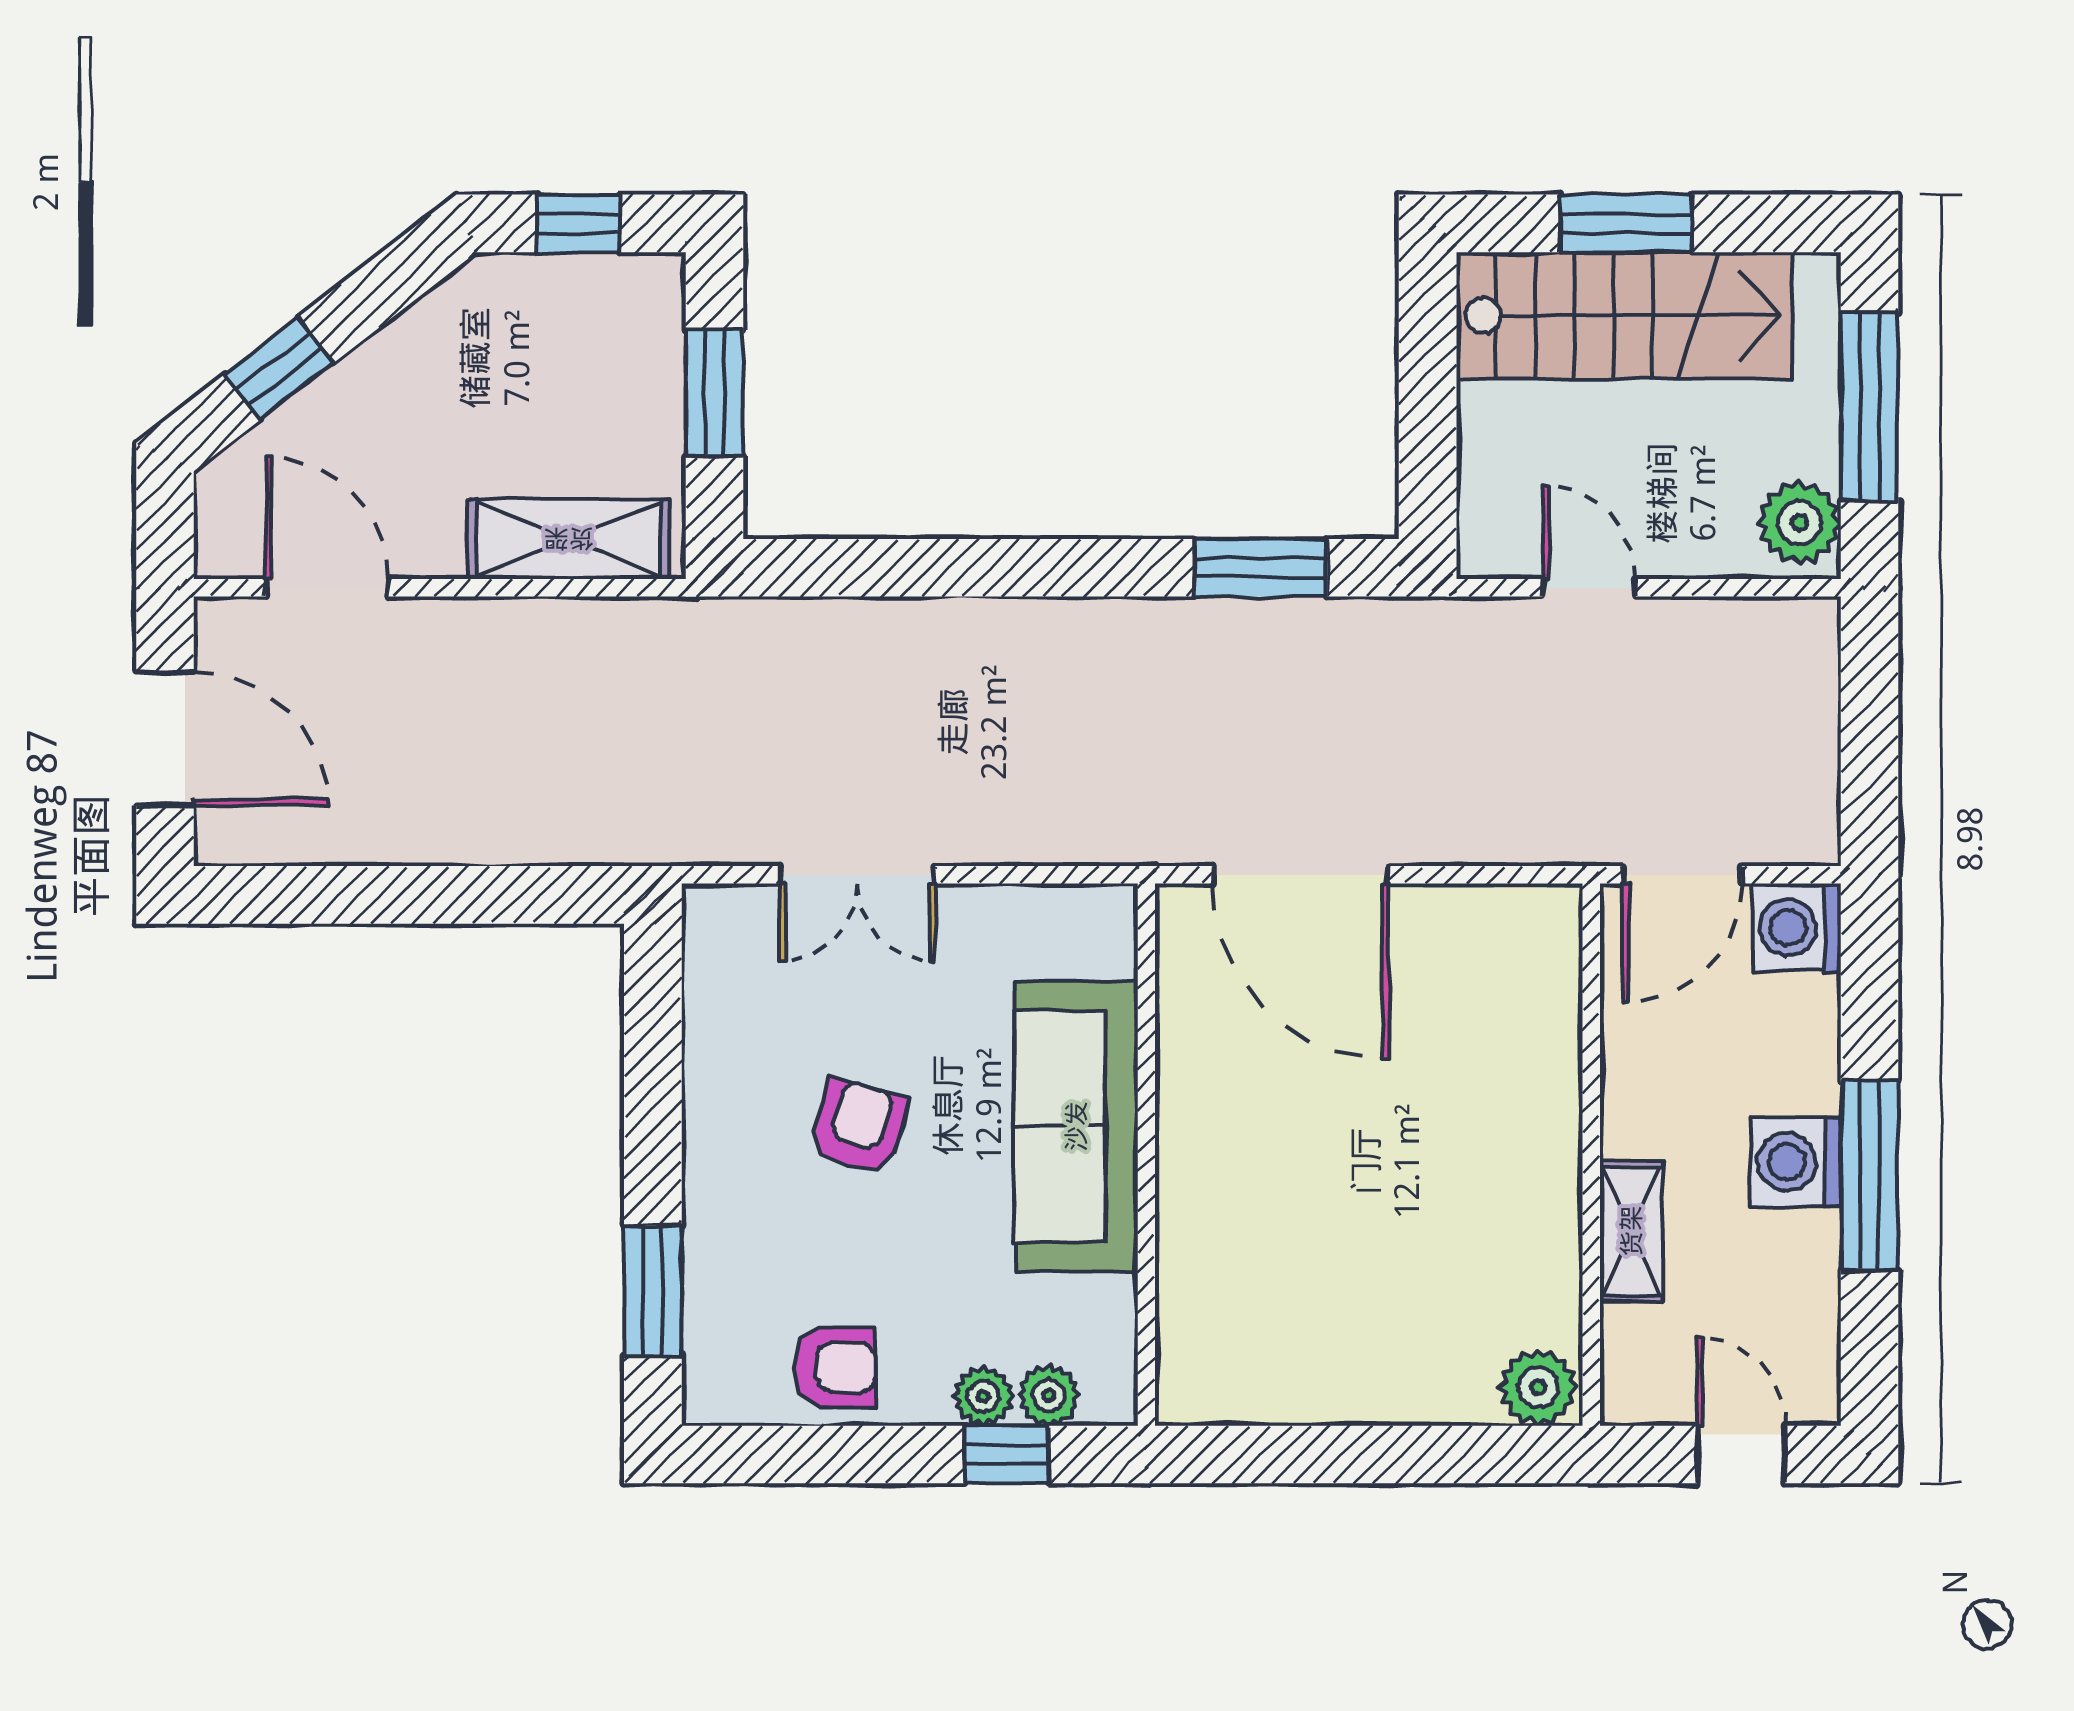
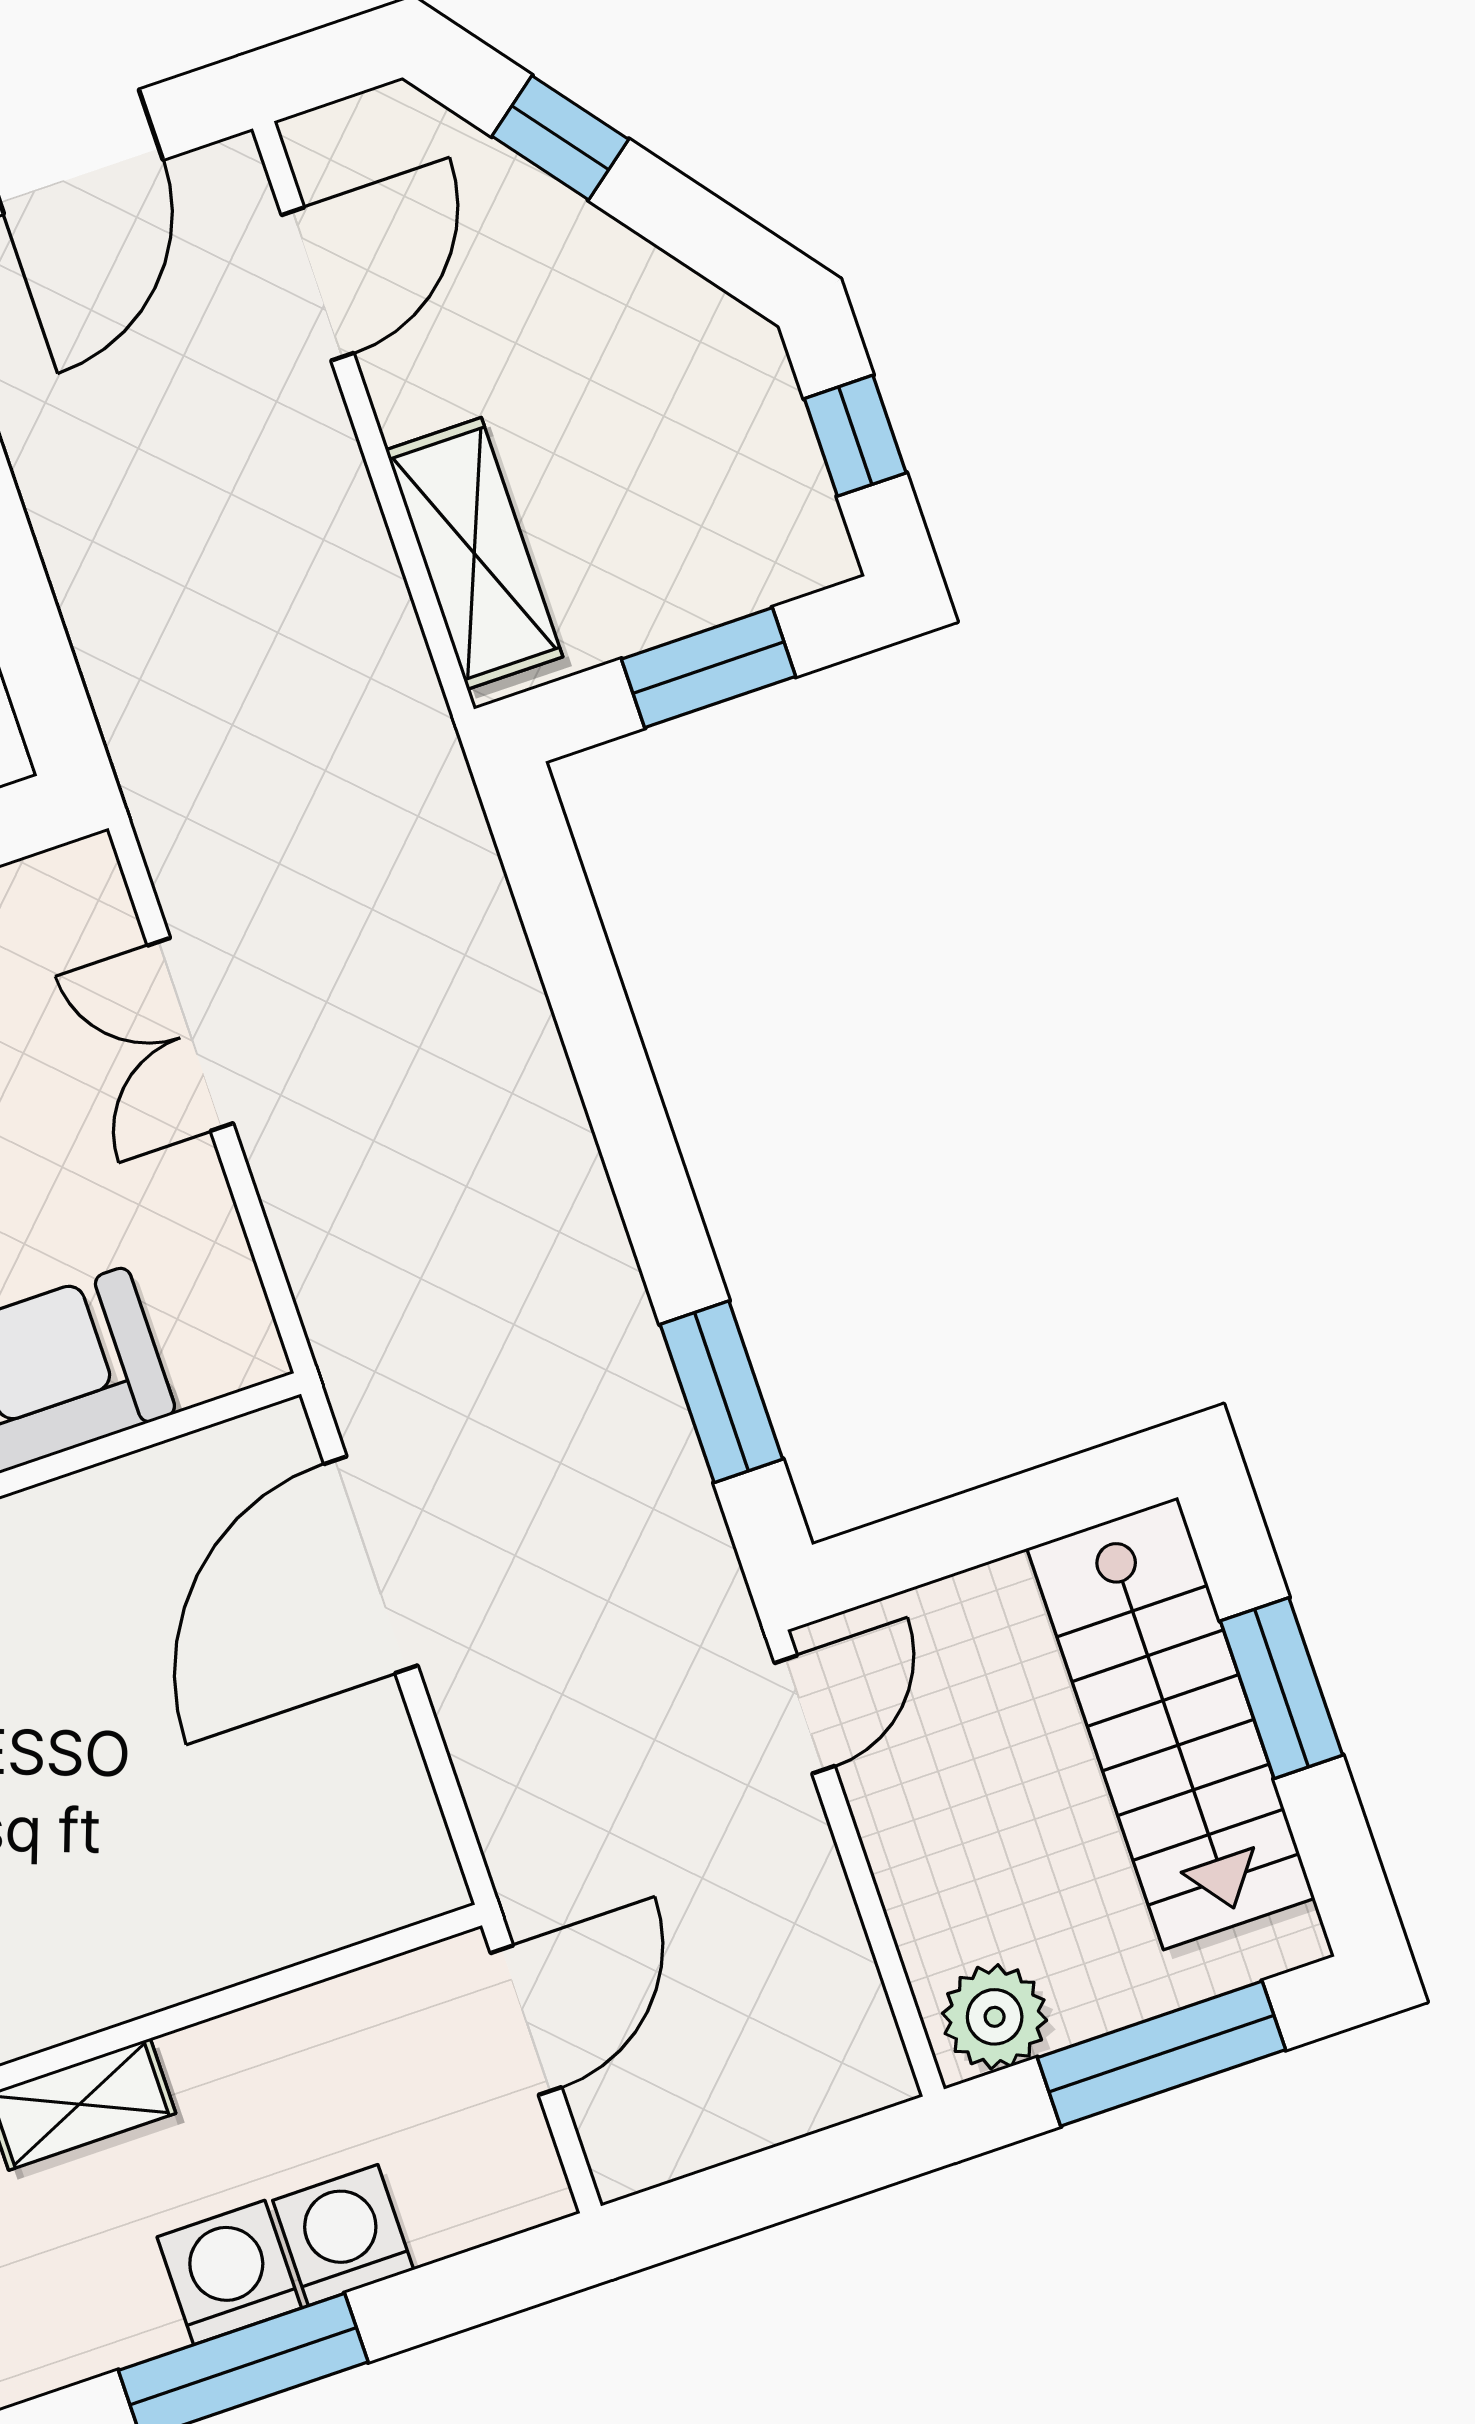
door: (1589, 588) -> (805, 1715), moved
door: (1682, 875) -> (526, 2020), swing flipped
washing machine: (1797, 928) -> (343, 2235), moved

